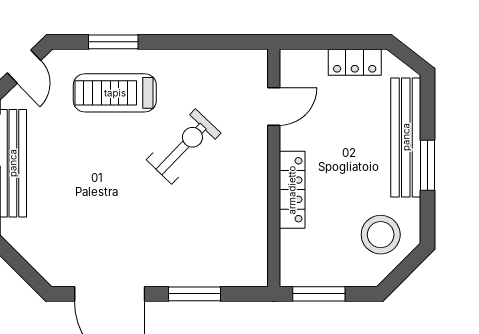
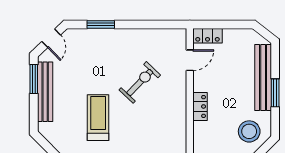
locker: (355, 62) -> (208, 36), moved
treadmill: (115, 93) -> (98, 118), moved, turned 90
locker: (292, 190) -> (200, 106), width x0.66

